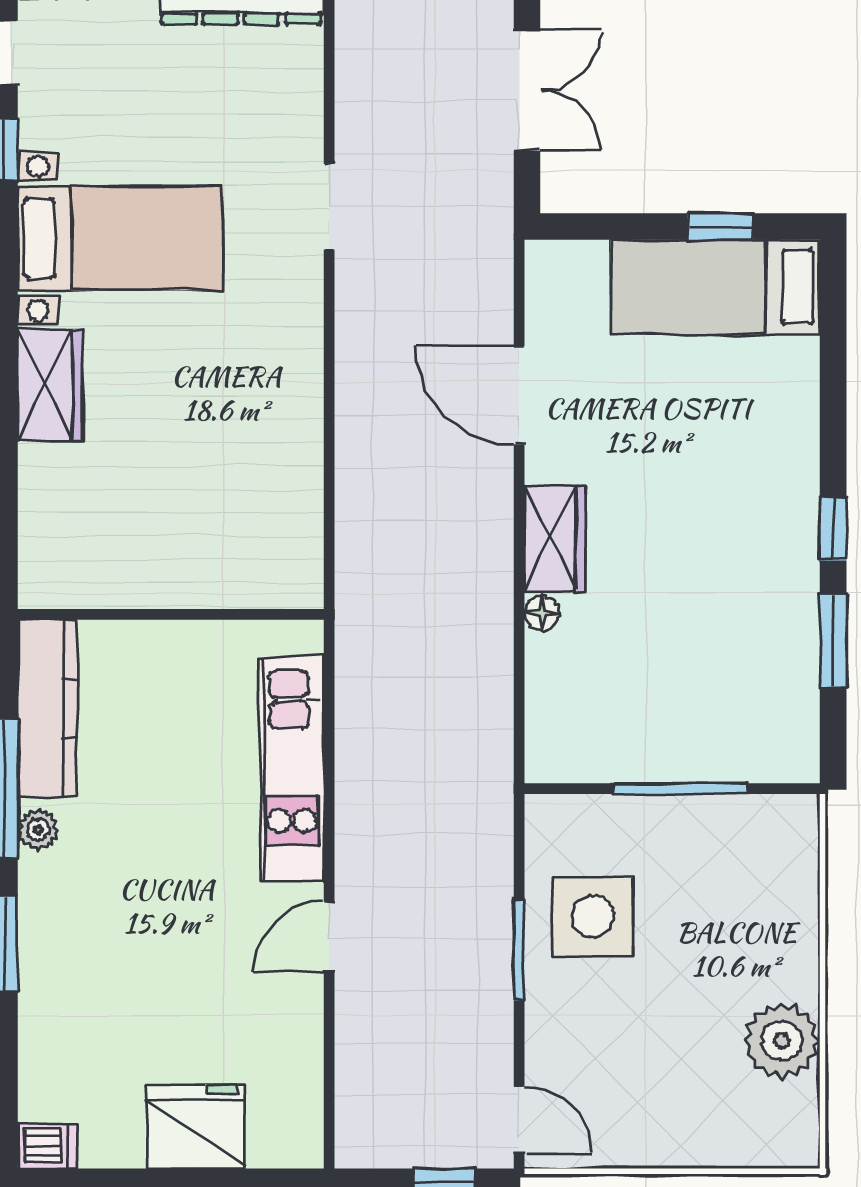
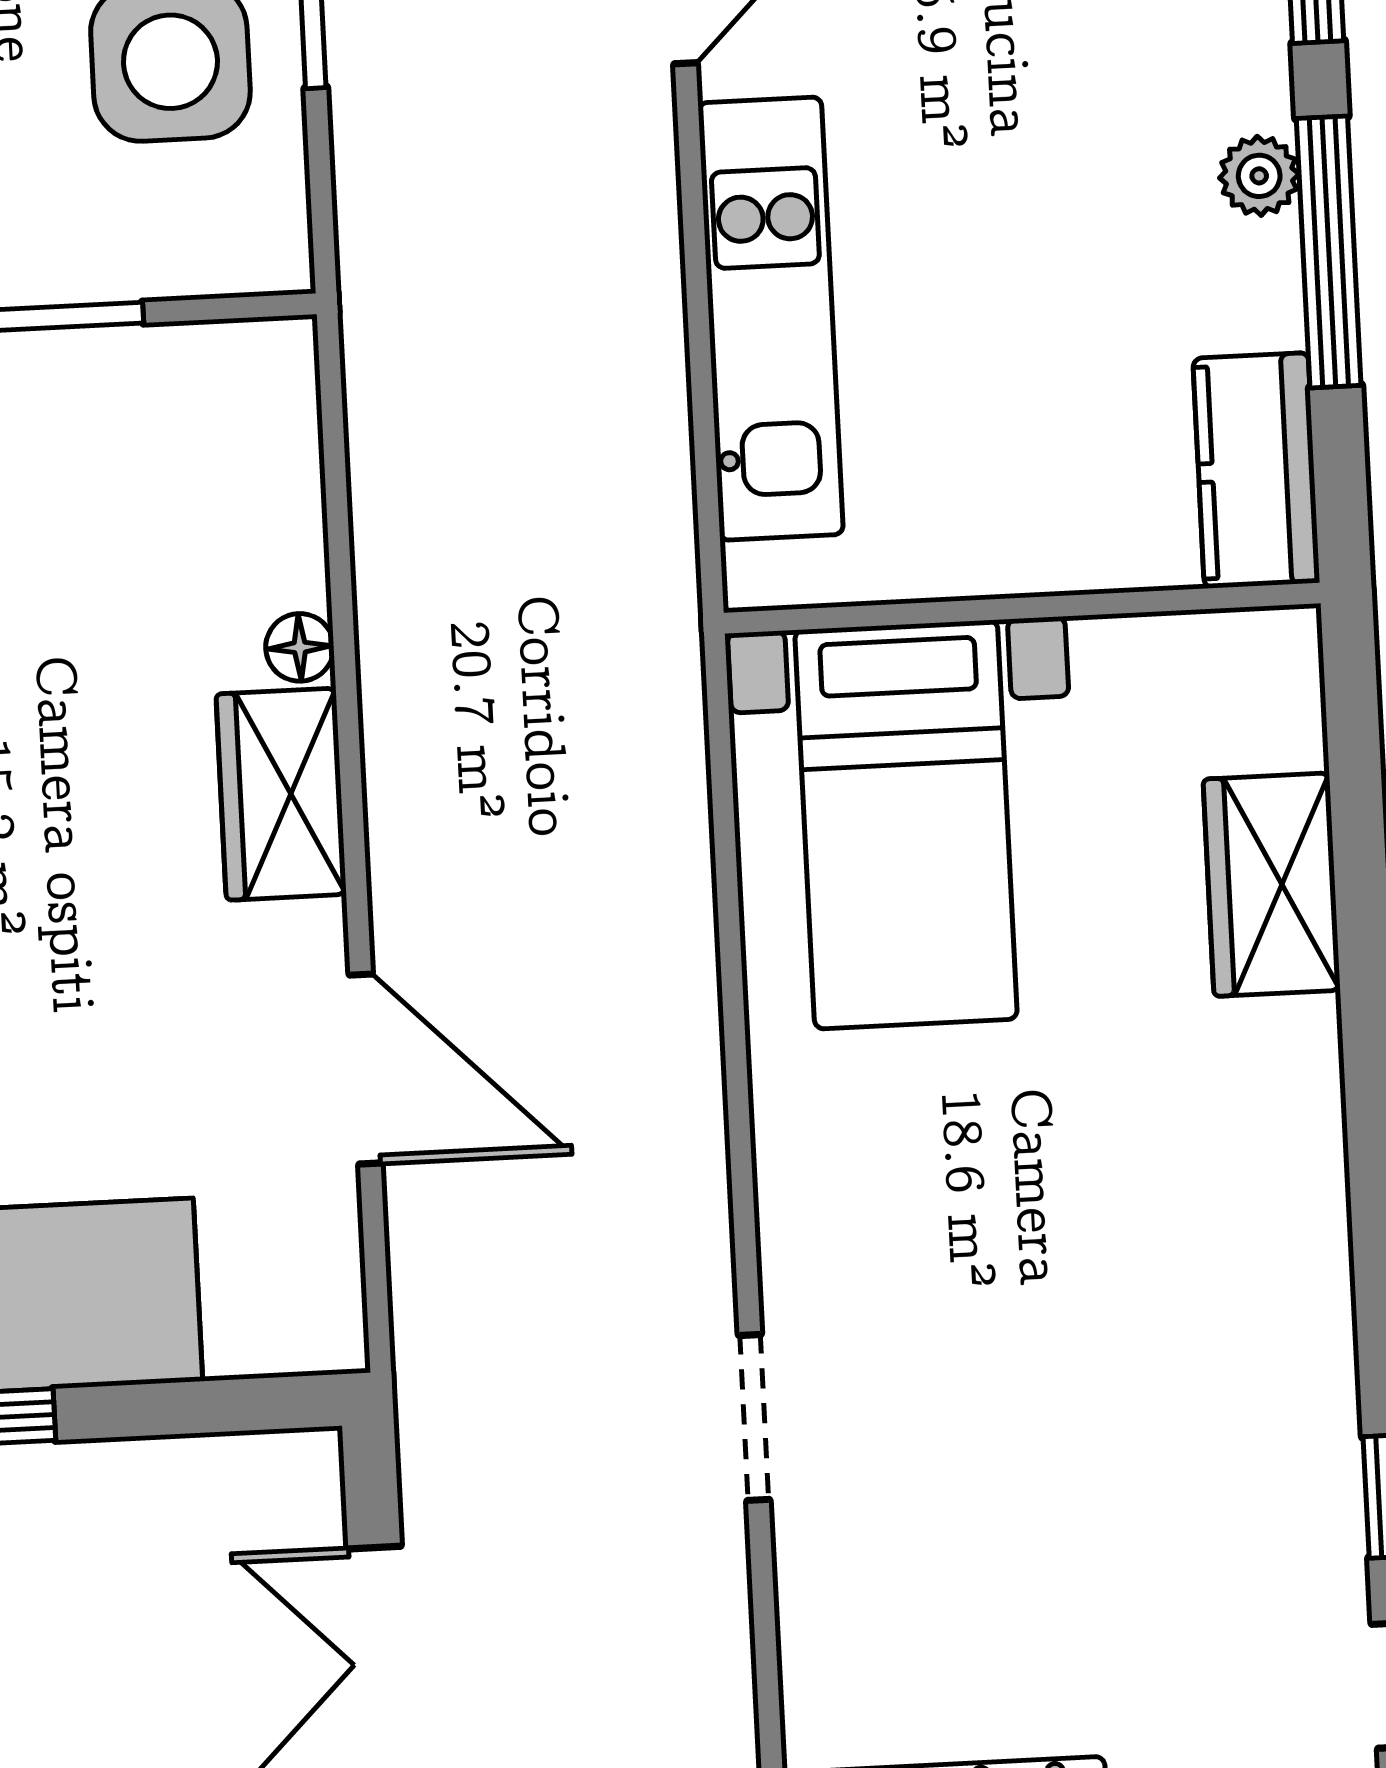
bed with nightstands: (120, 238) -> (906, 825), moved, turned -90
wardrobe: (50, 385) -> (1272, 885), moved
kitchen counter: (47, 708) -> (1256, 470), width x0.67

